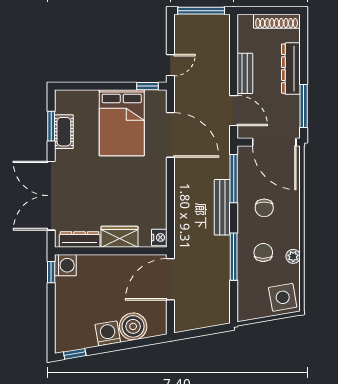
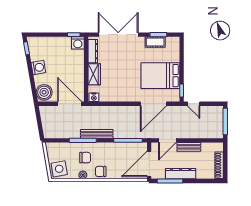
dresser: (291, 69) -> (181, 174), moved
bench: (222, 207) -> (97, 134), moved
chair: (264, 208) -> (101, 171), moved
boiler: (133, 326) -> (44, 92), moved

